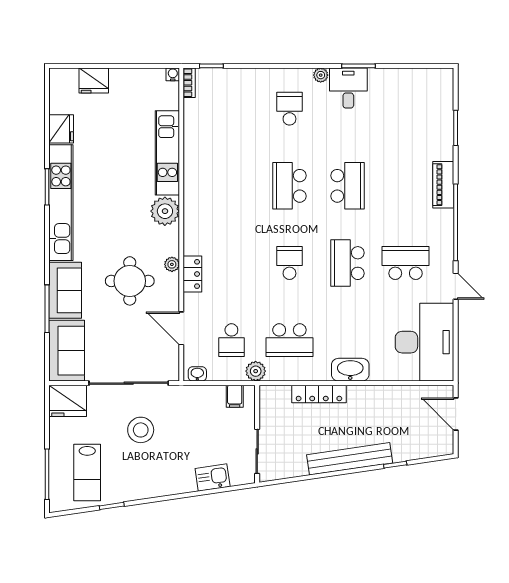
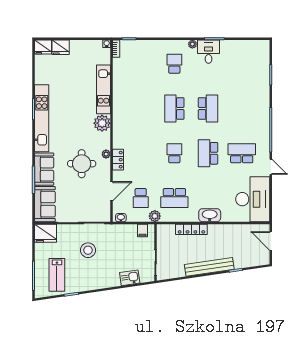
fridge: (61, 129) -> (43, 47), moved, turned 90
piano: (443, 185) -> (264, 108), removed
door: (181, 328) -> (112, 191), swing flipped

